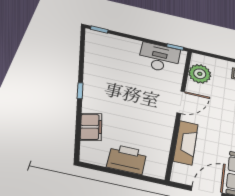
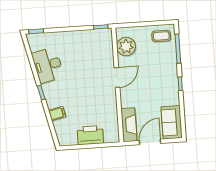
desk: (159, 57) -> (48, 65), moved, turned -103
filing cabinet: (91, 127) -> (57, 114), width x0.50
fireplace: (186, 142) -> (129, 125), moved

